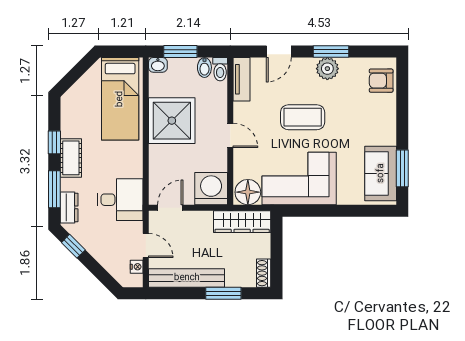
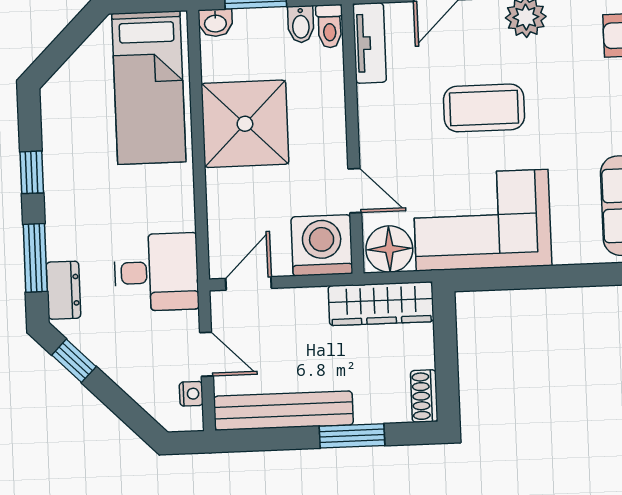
door: (230, 135) -> (355, 191), moved
cot: (71, 158) -> (63, 200), removed

